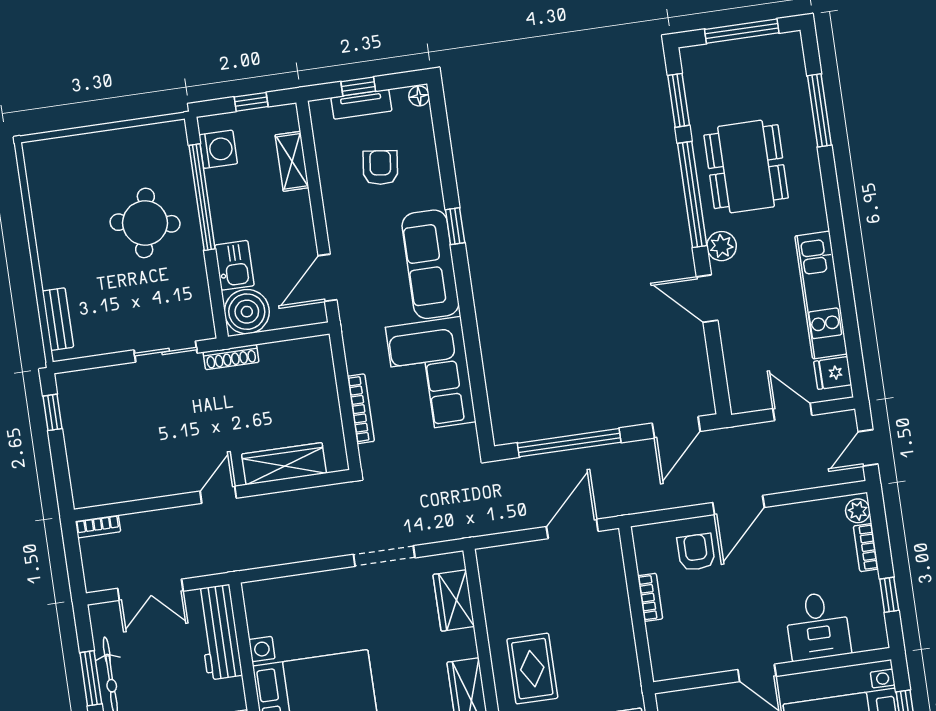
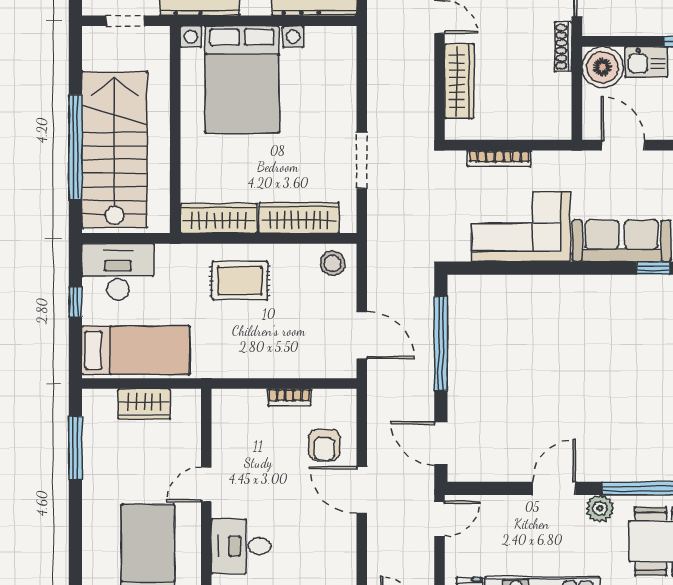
door: (792, 412) -> (440, 519), moved
armchair: (696, 552) -> (324, 445), turned 90
stool: (499, 572) -> (332, 263), added
wardrobe: (454, 600) -> (299, 218), width x1.50

